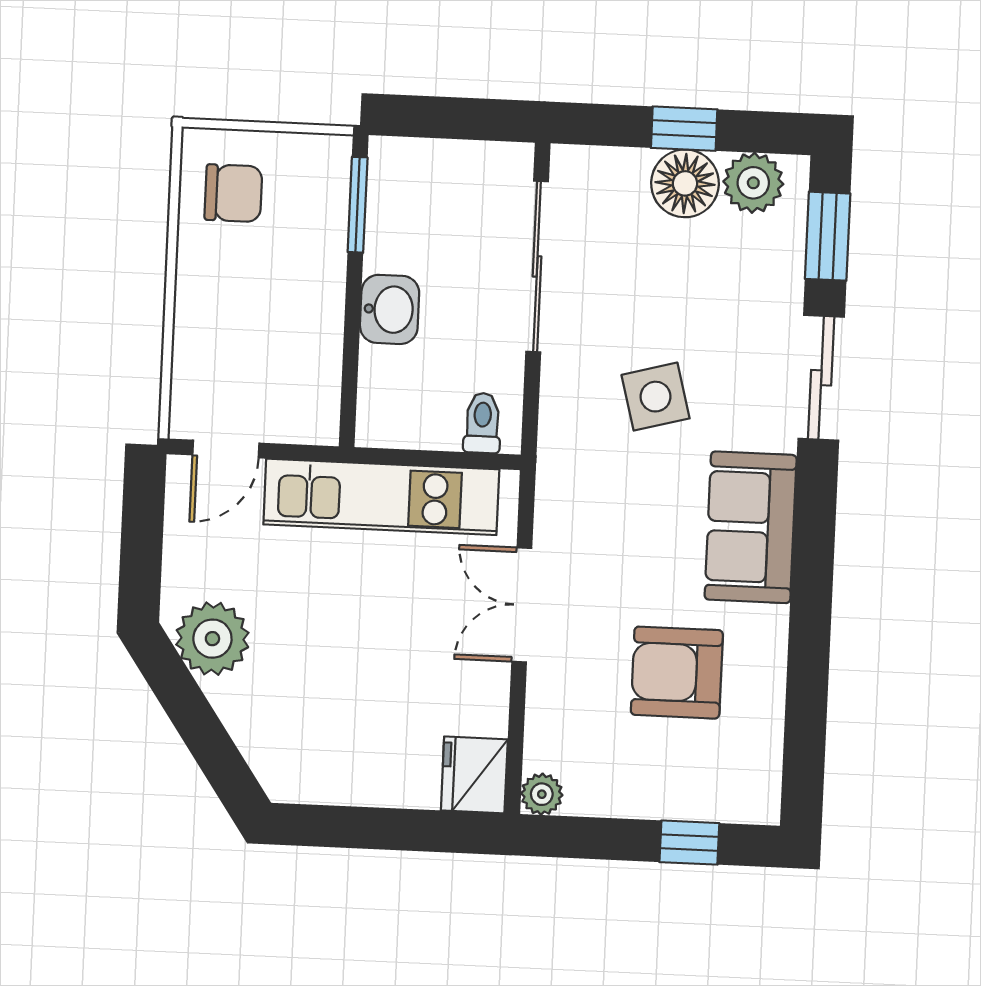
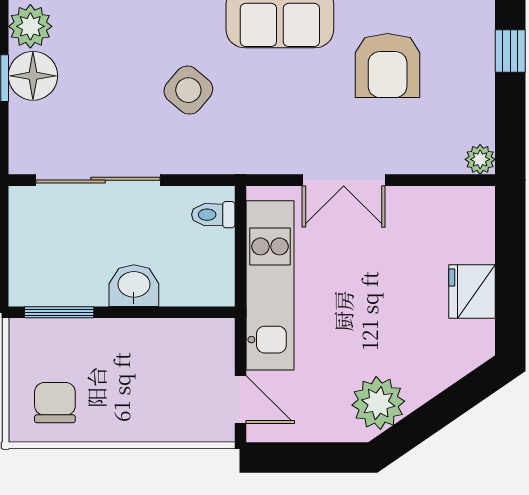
side table: (656, 397) -> (188, 90), turned -35
fridge: (474, 775) -> (472, 291), moved, turned 90

